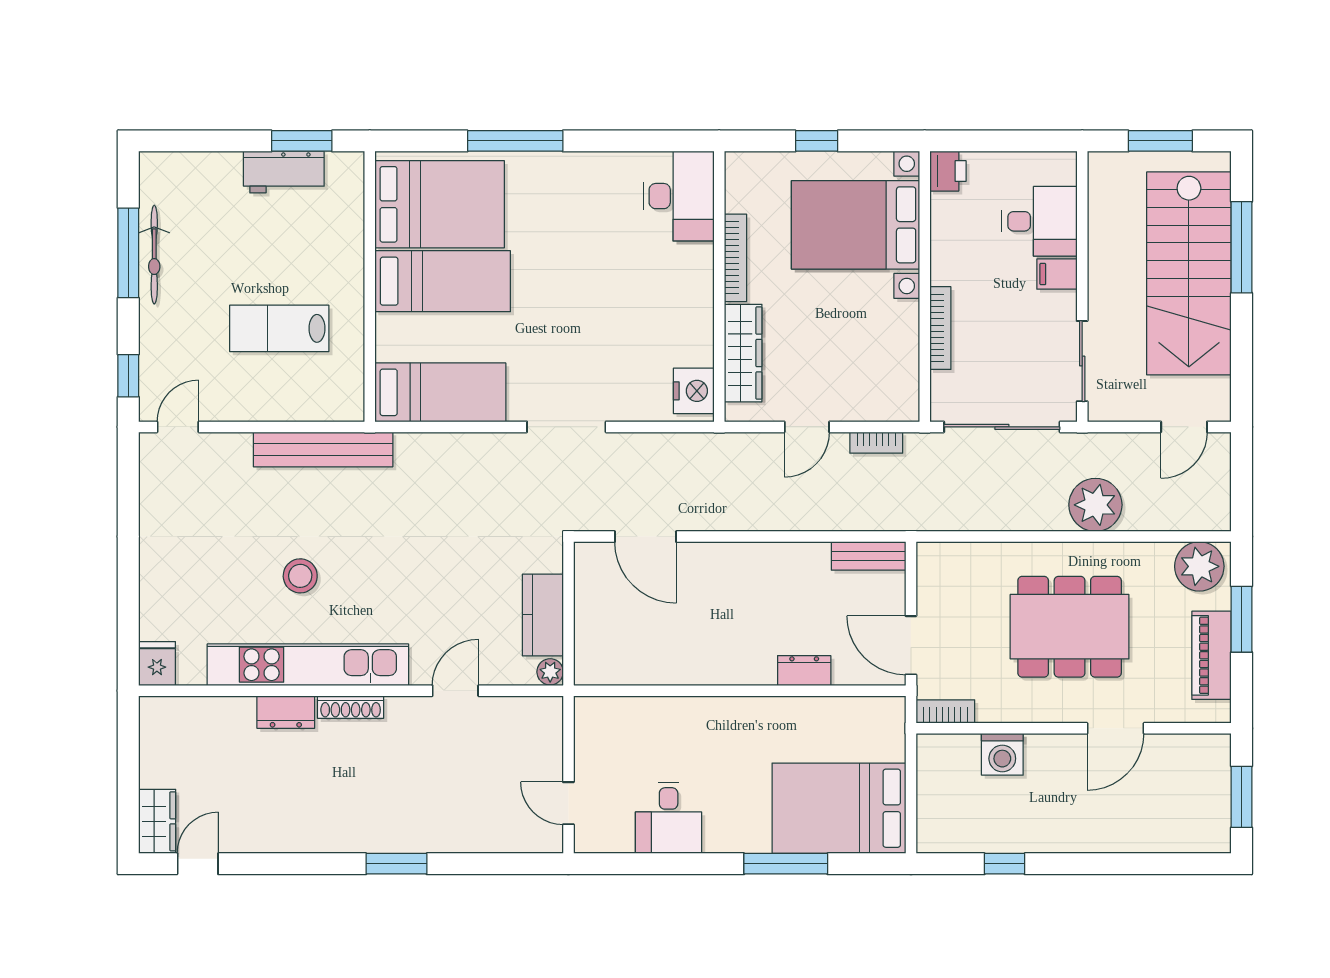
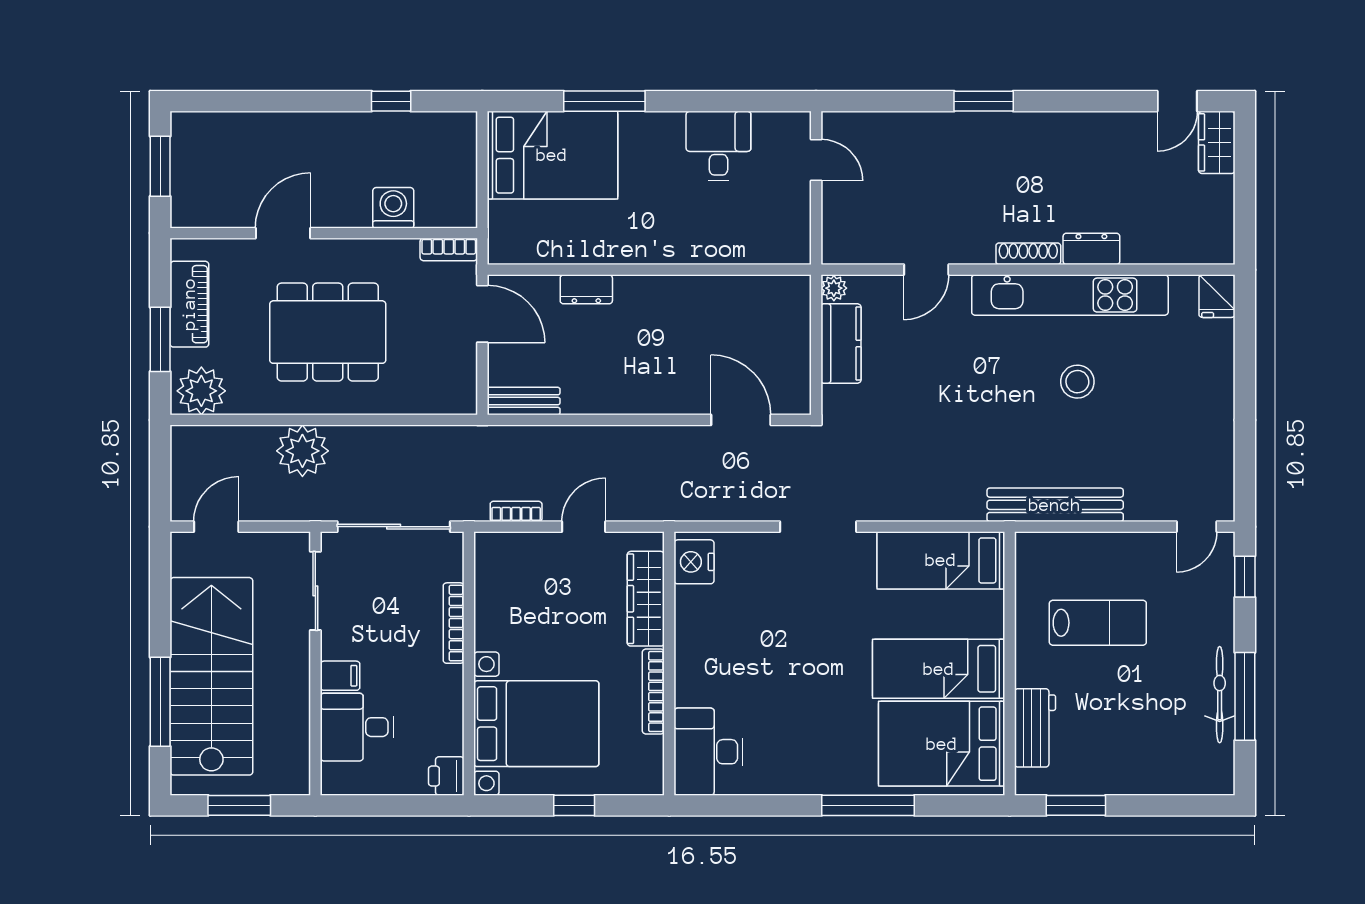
workbench: (284, 172) -> (1035, 728), moved, turned 90

